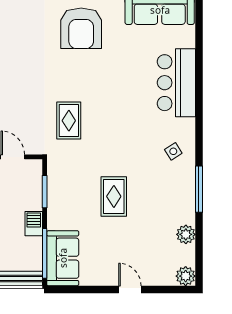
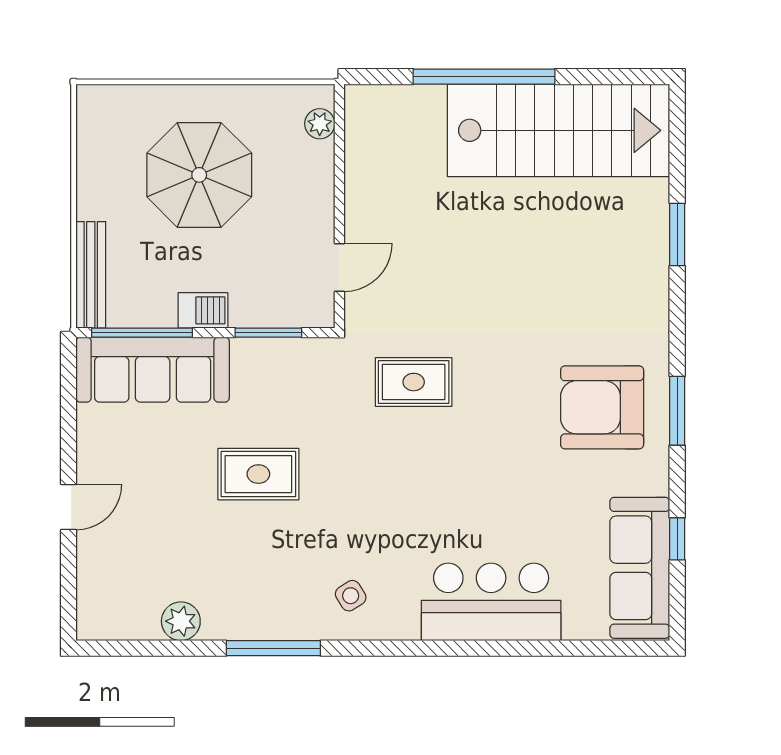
sofa: (63, 258) -> (153, 370), width x1.36
plant: (186, 276) -> (96, 621), removed

